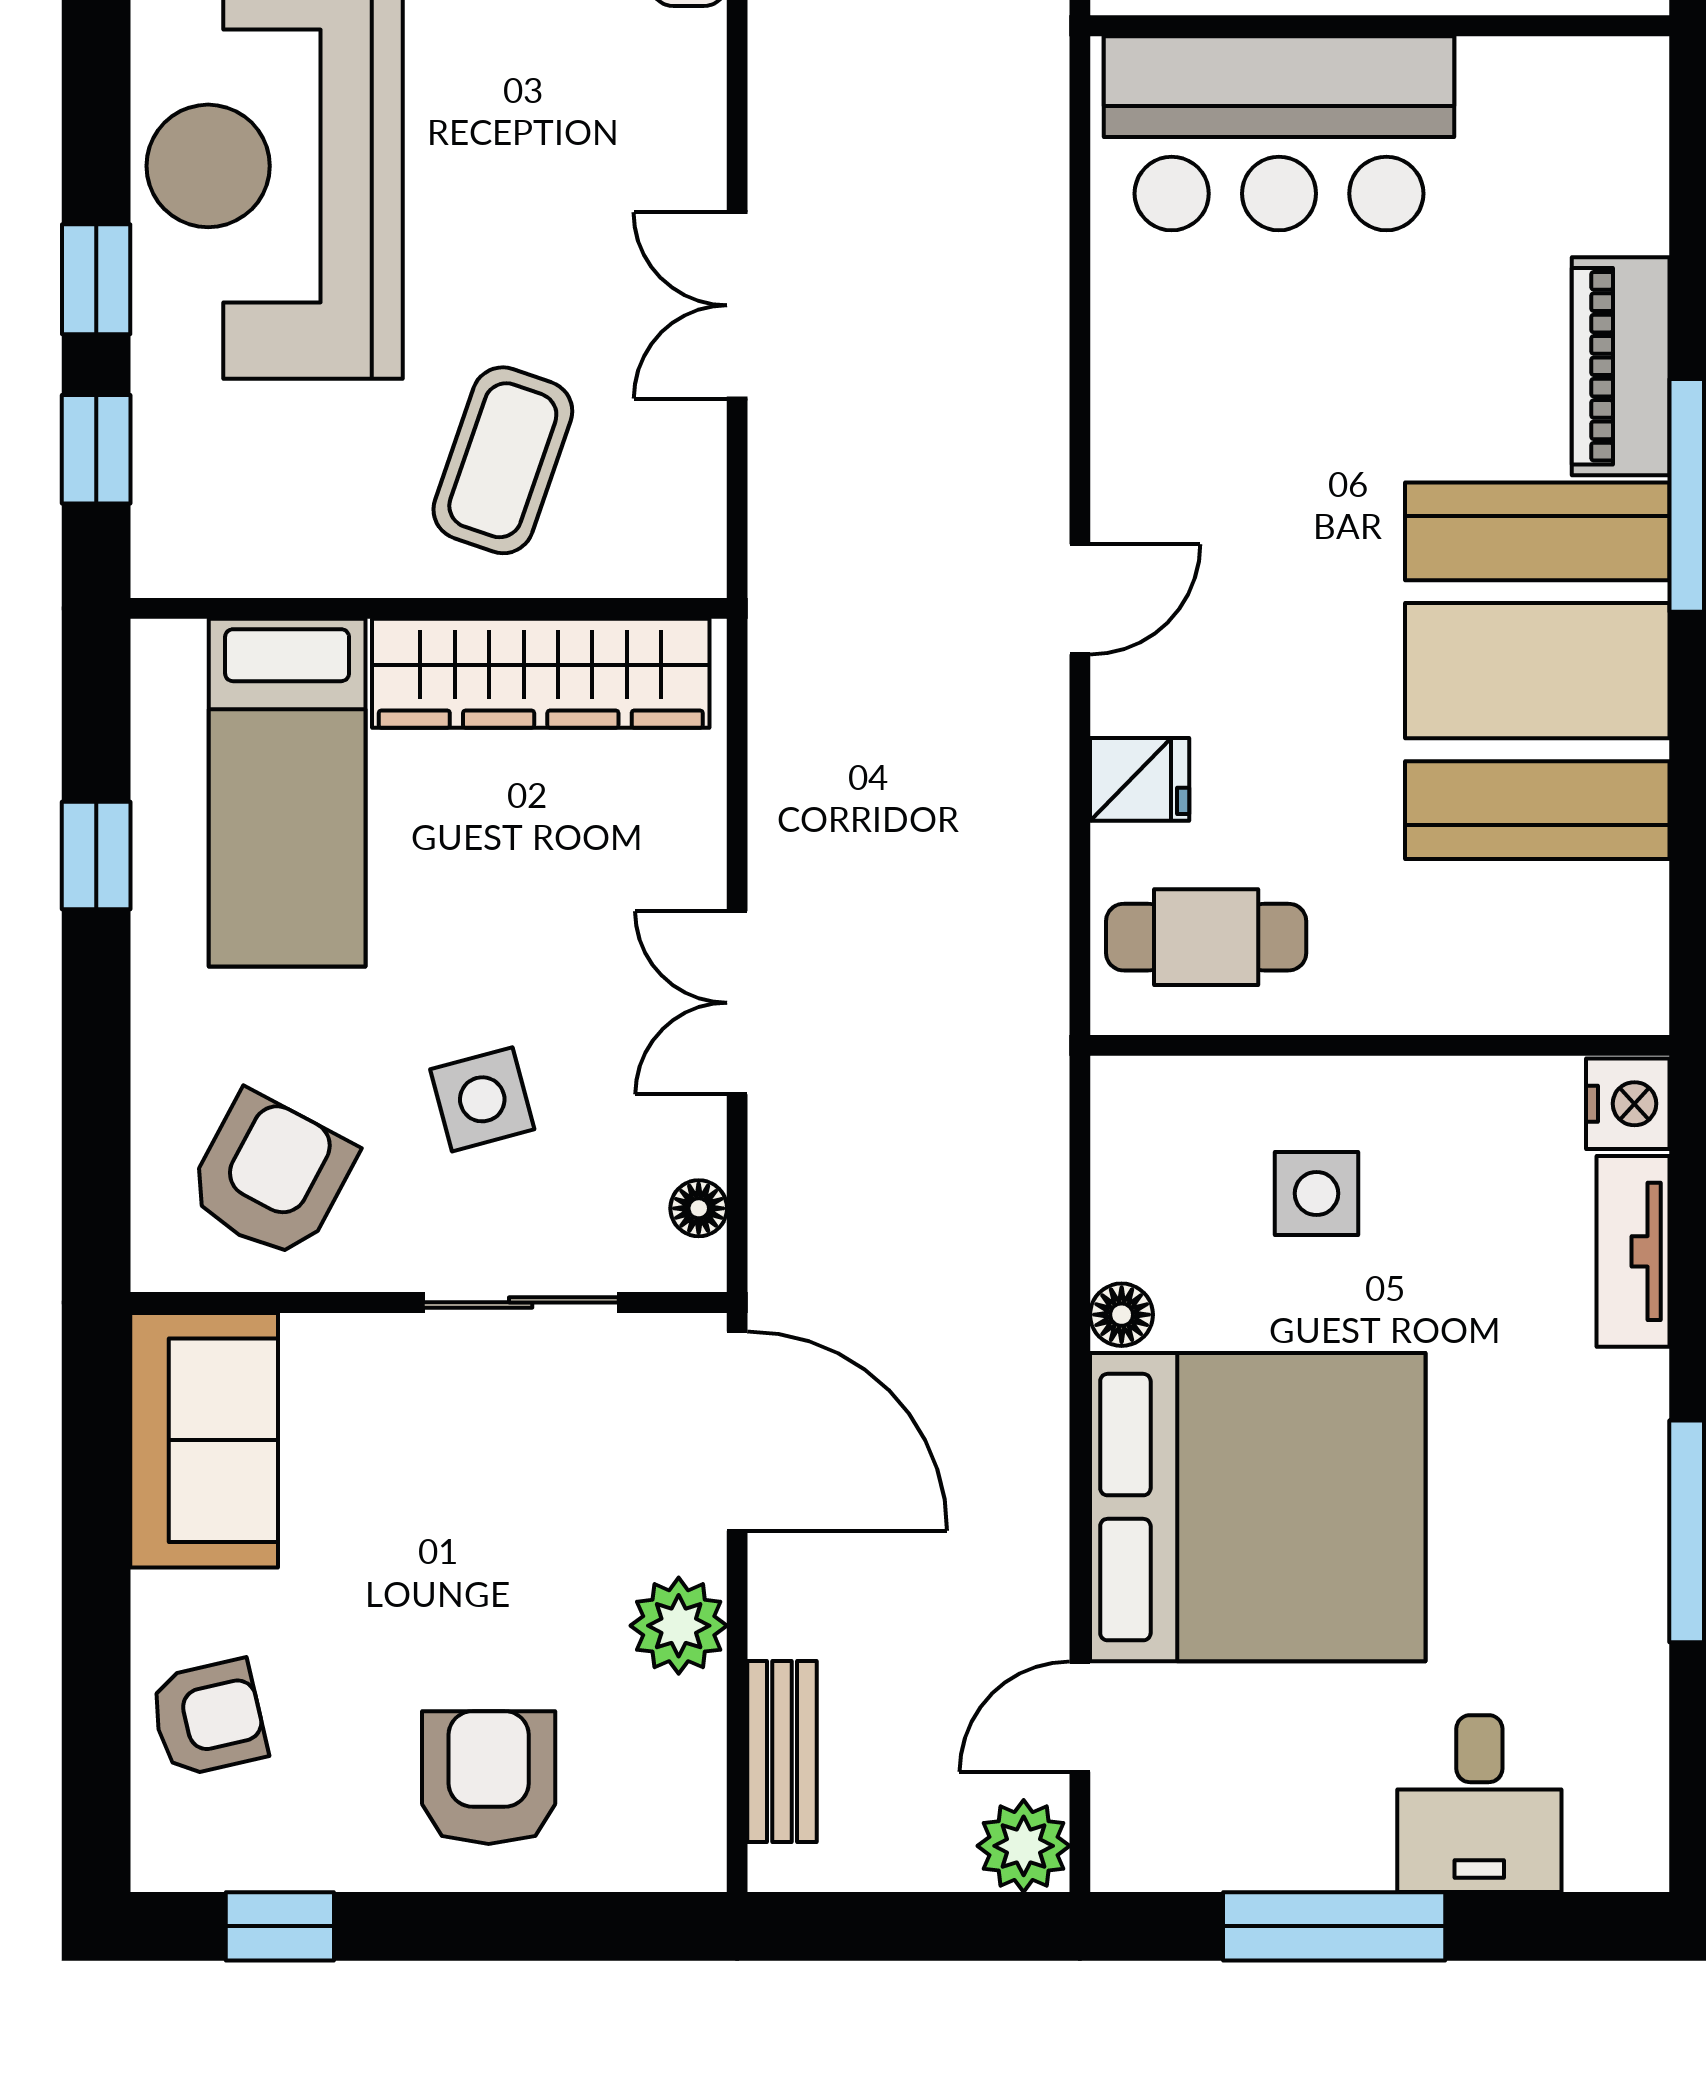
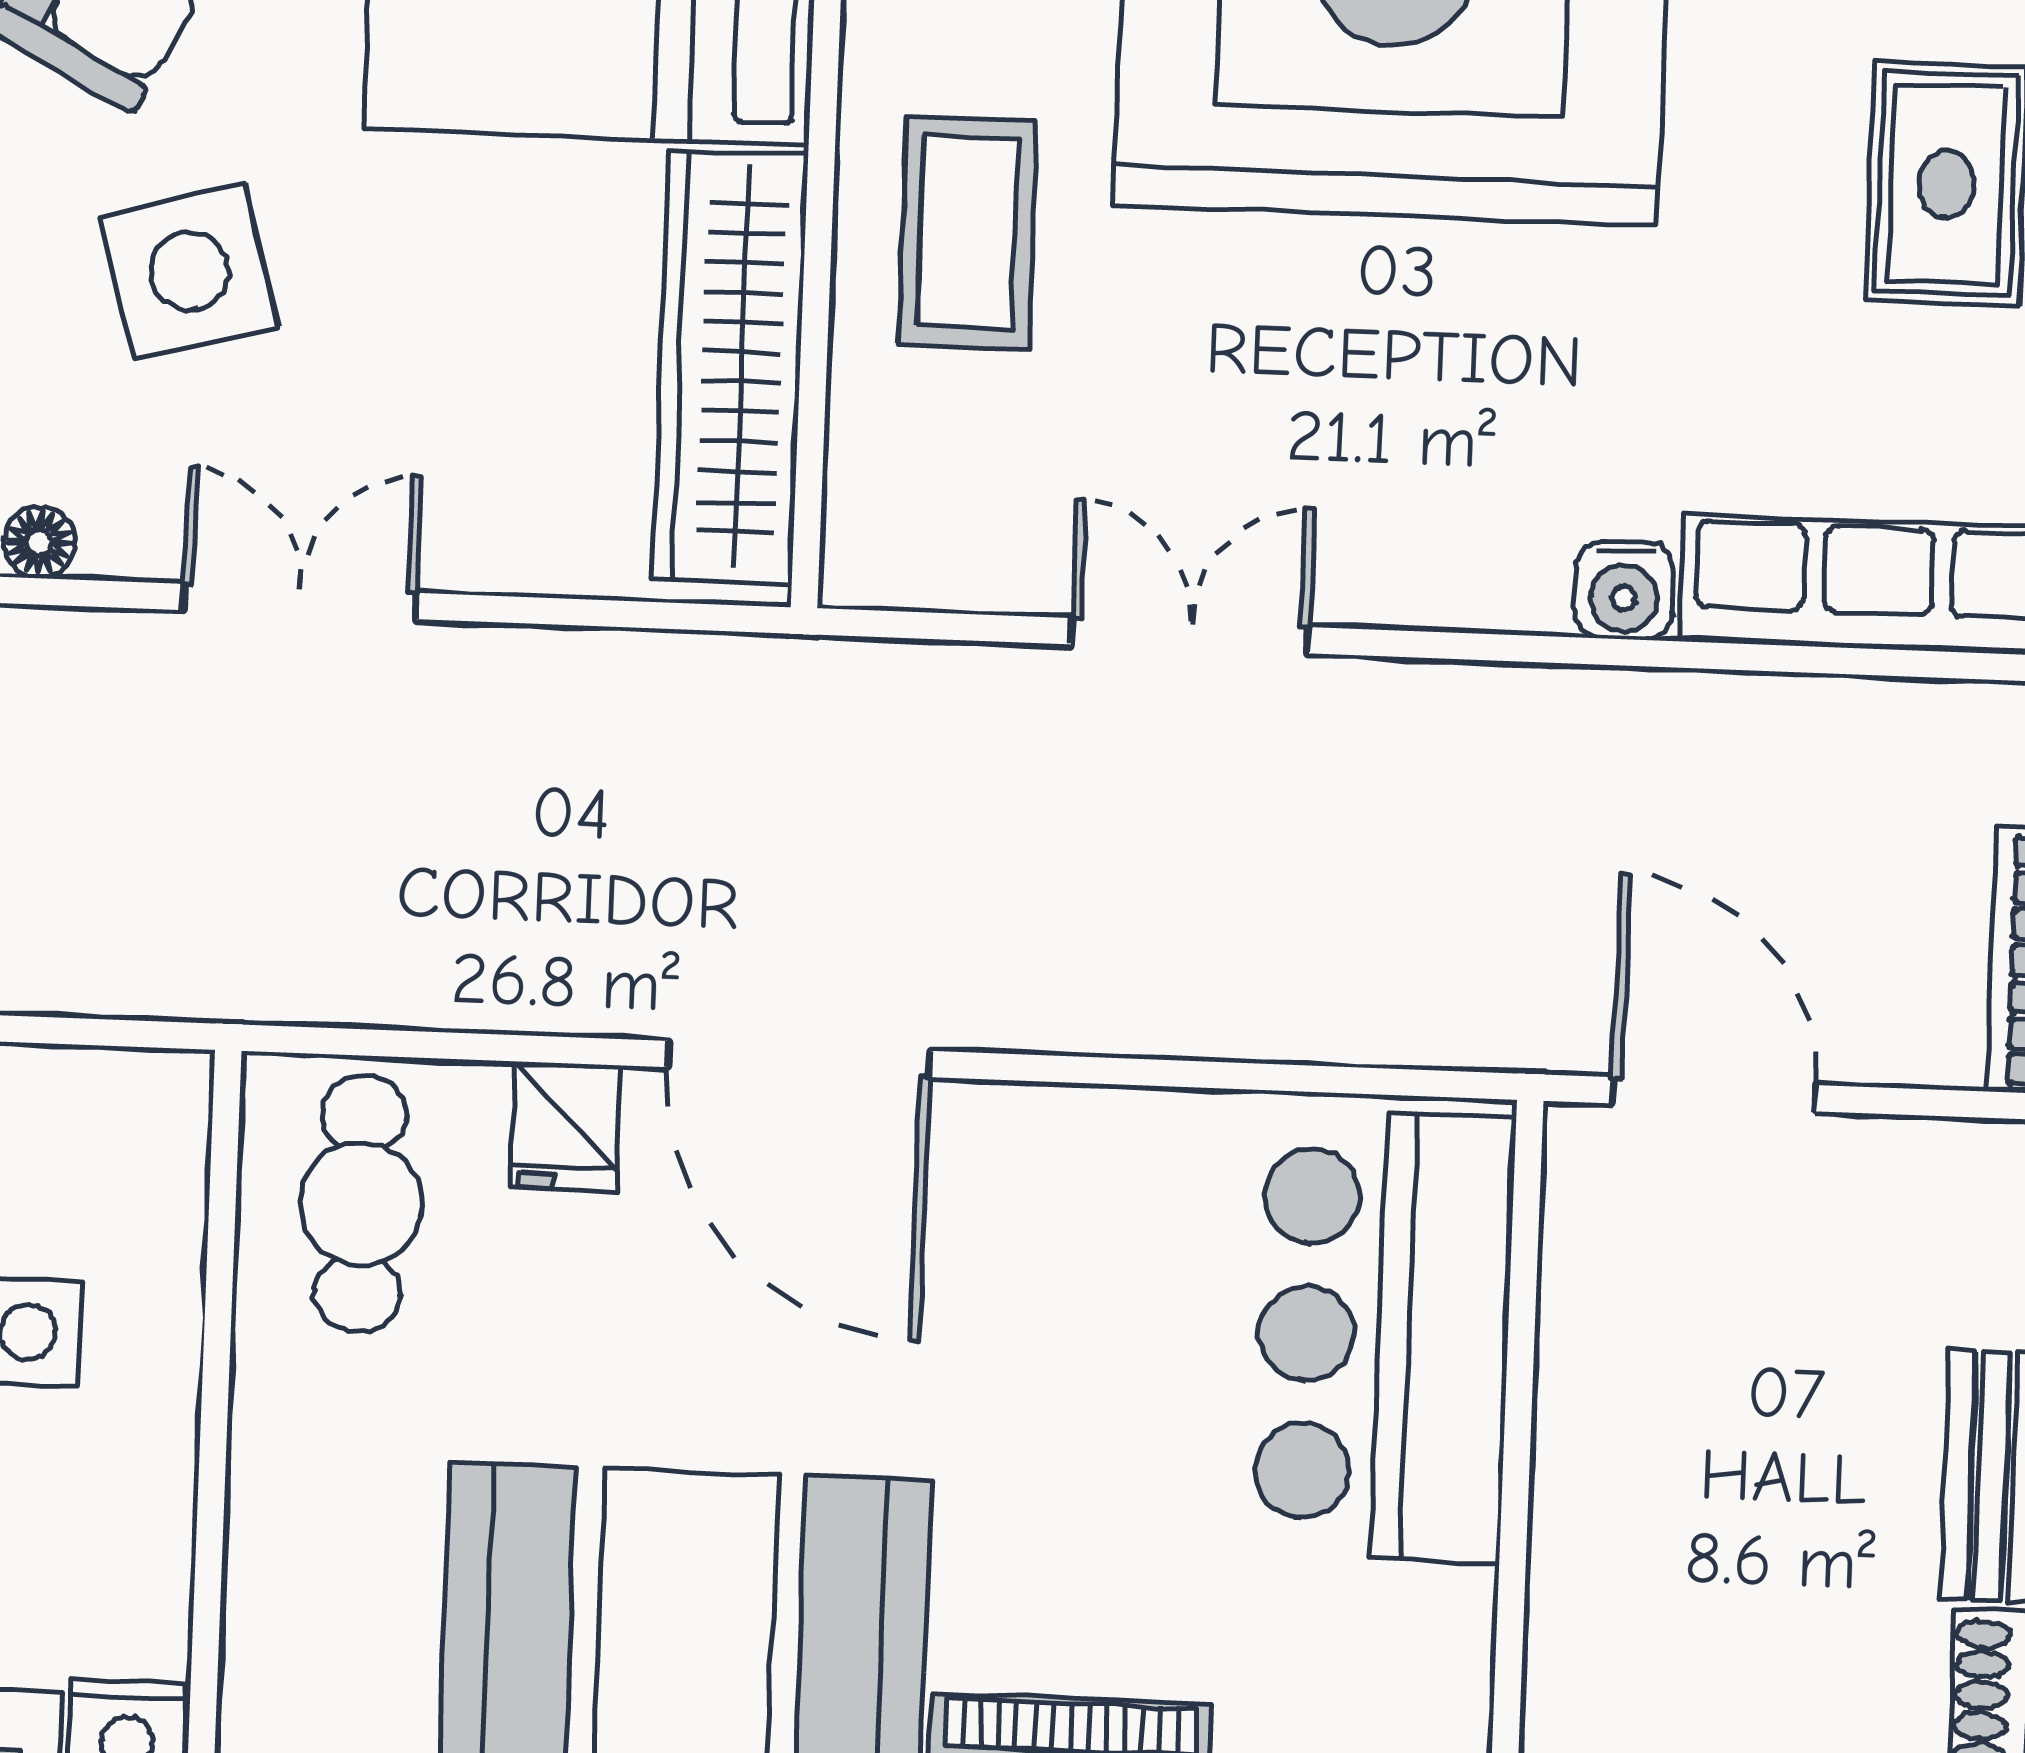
coffee table: (503, 460) -> (968, 232), moved, turned 71
door: (1080, 599) -> (798, 1059), width x1.88
side table: (482, 1099) -> (189, 271), width x1.37, depth x1.37

